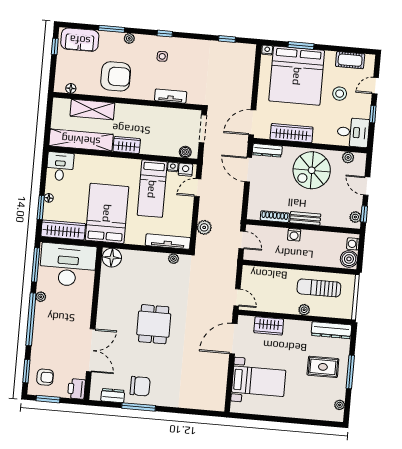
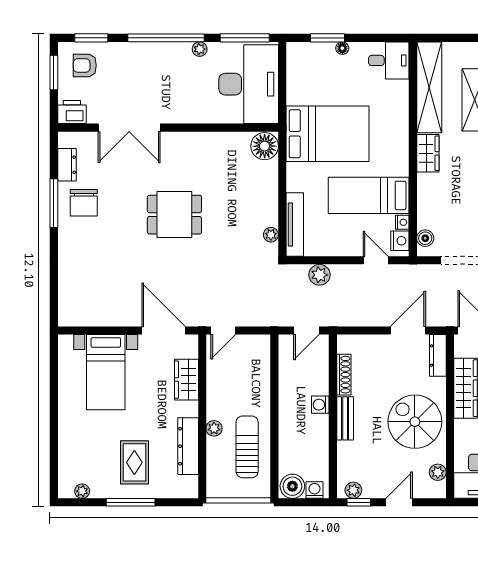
wardrobe: (63, 230) -> (298, 73), removed
dresser: (331, 330) -> (188, 446), moved
armchair: (45, 377) -> (85, 65), turned 90

